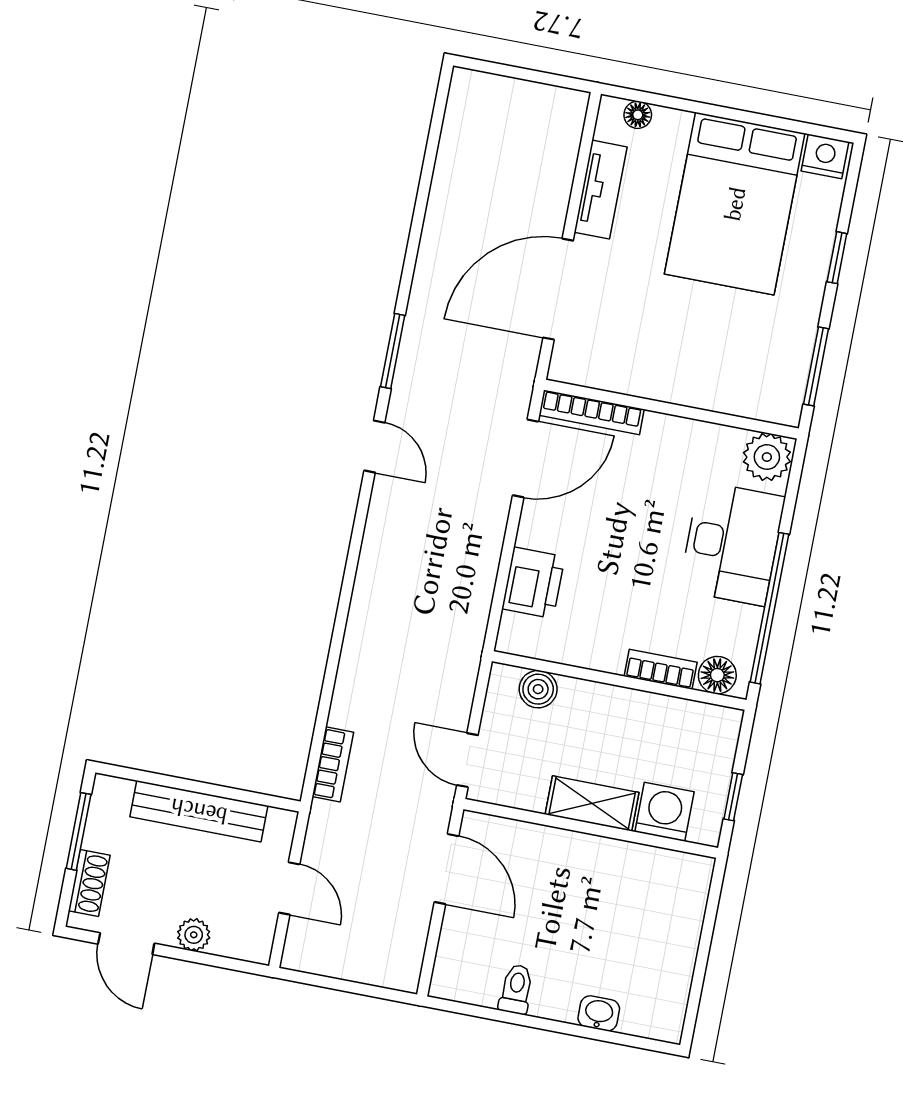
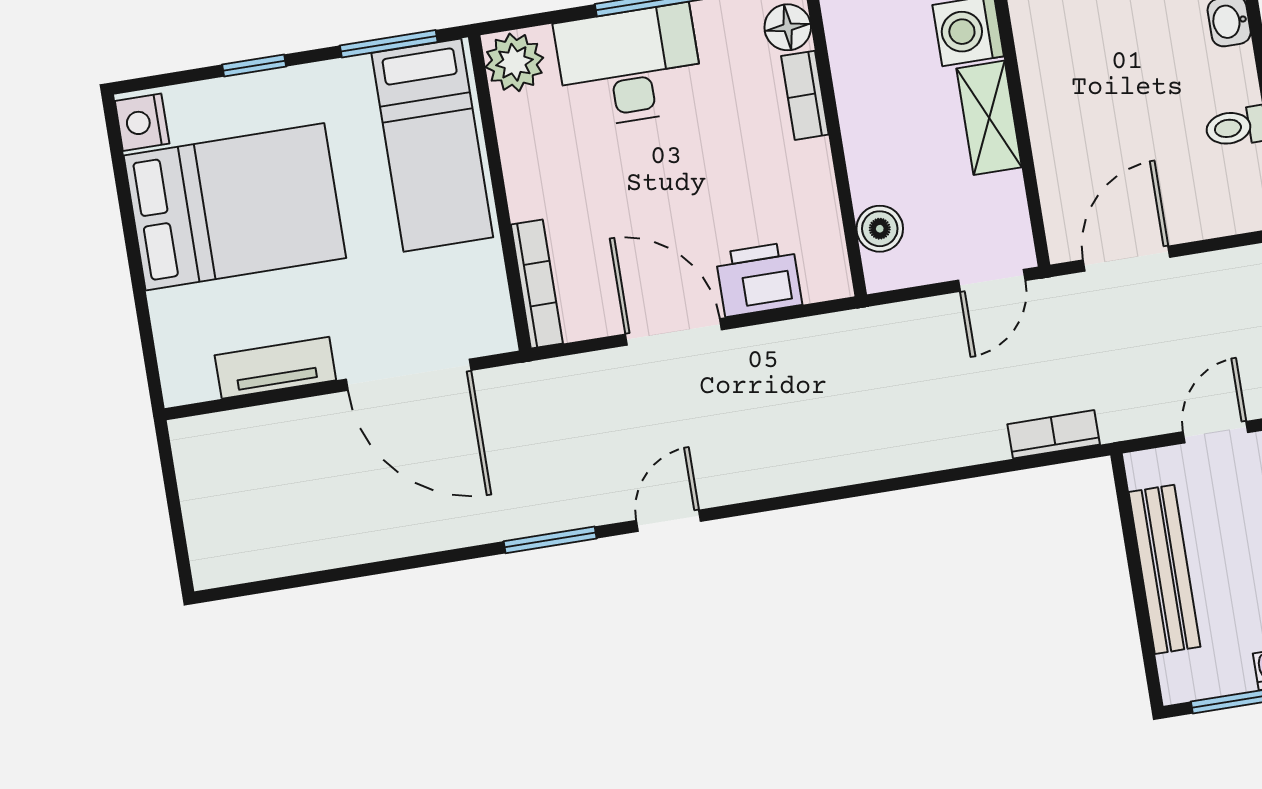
floor lamp: (638, 115) -> (173, 357), removed
bed: (727, 371) -> (432, 145), added
door: (526, 458) -> (673, 332), moved

